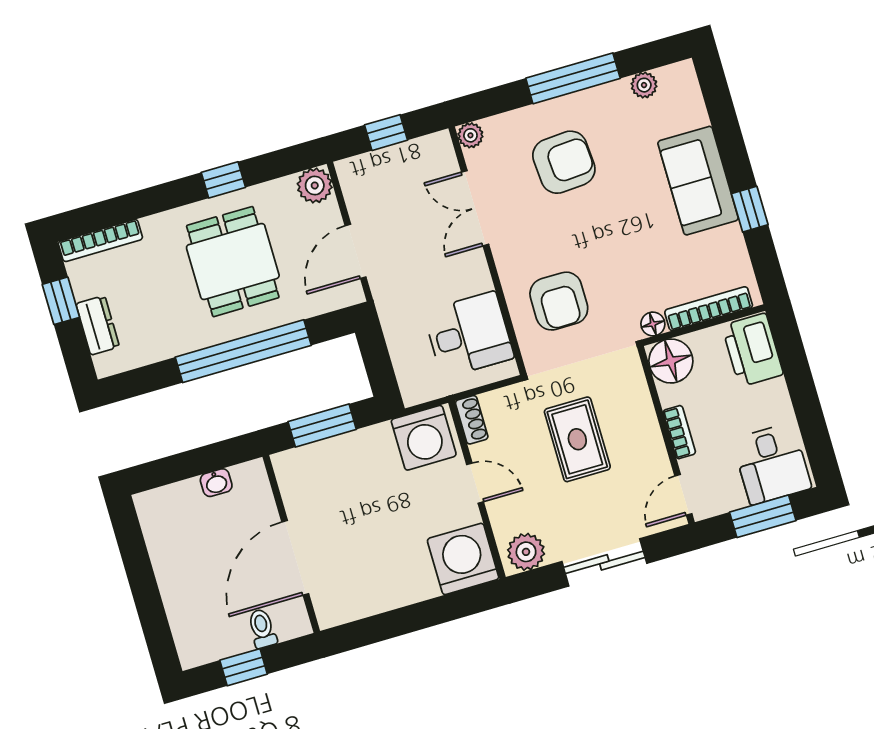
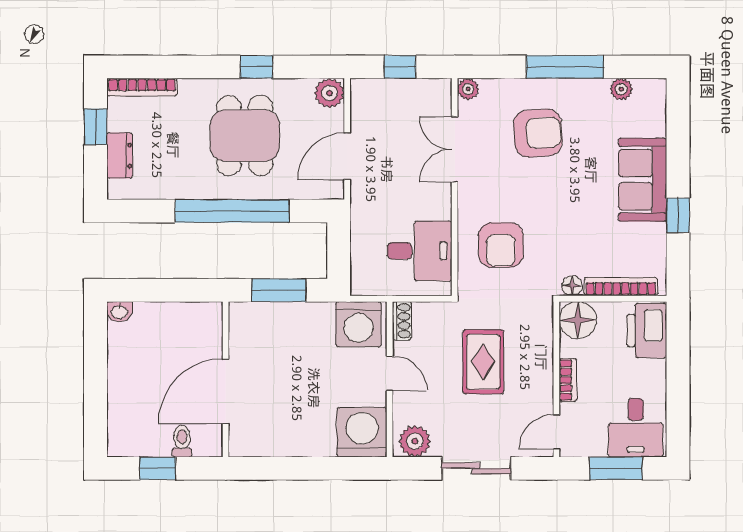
washbasin: (216, 483) -> (119, 312), moved

